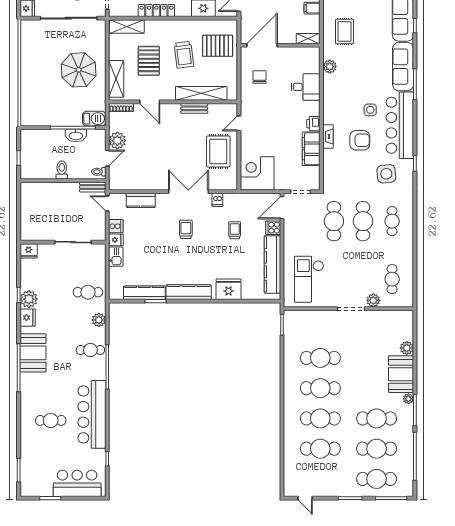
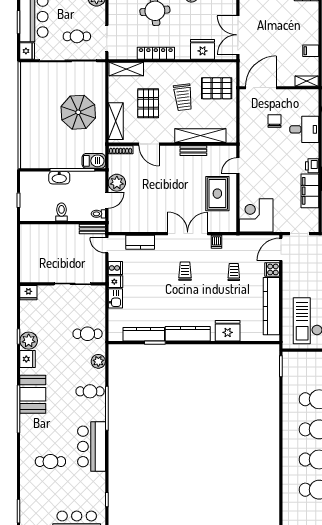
chair: (260, 77) -> (275, 121), moved
washbasin: (76, 136) -> (59, 178), moved
bar counter: (92, 414) -> (92, 446), width x0.73

